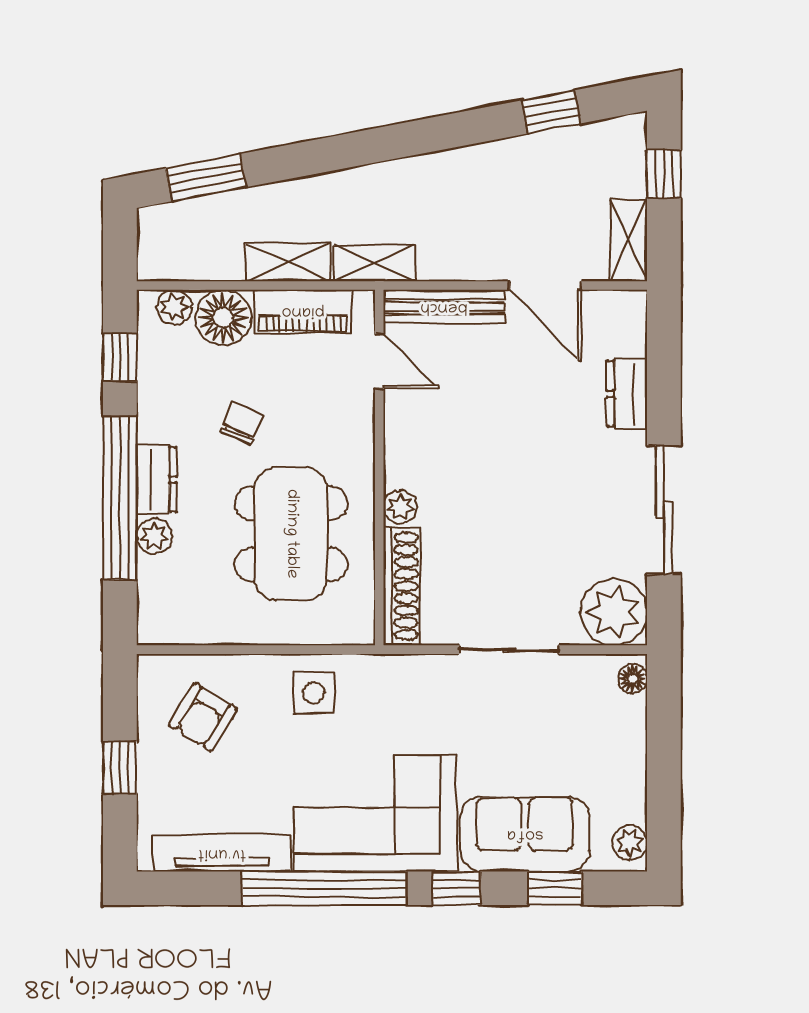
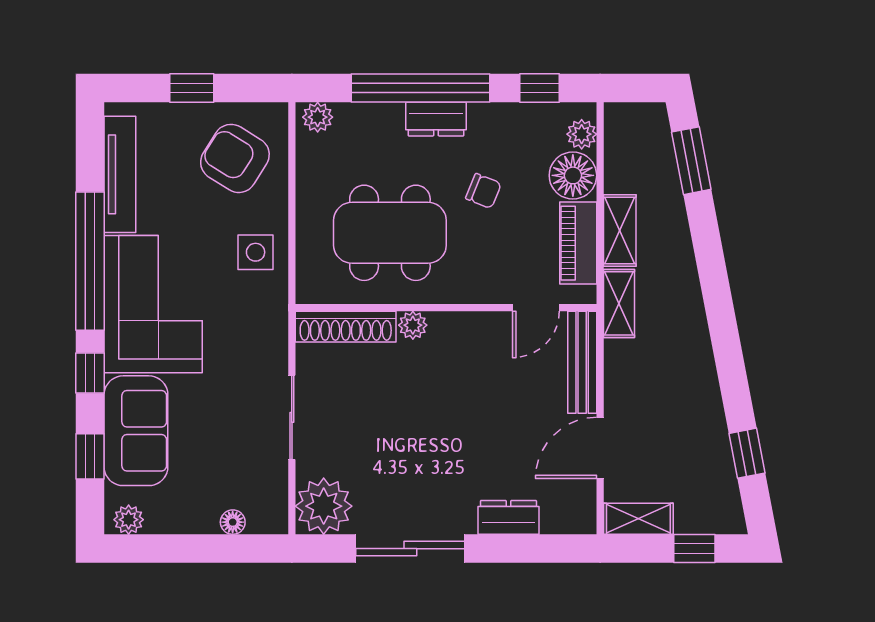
plant: (154, 536) -> (318, 117), moved
floor lamp: (633, 679) -> (233, 522), moved
armchair: (203, 717) -> (235, 158), width x1.38, depth x1.38

